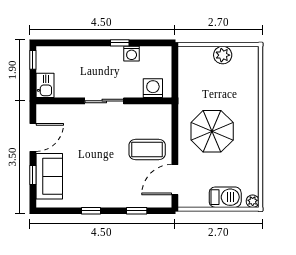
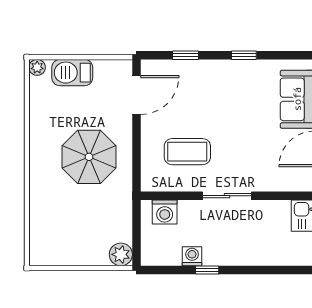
plant: (223, 55) -> (121, 254), moved
coffee table: (147, 149) -> (187, 152), moved

